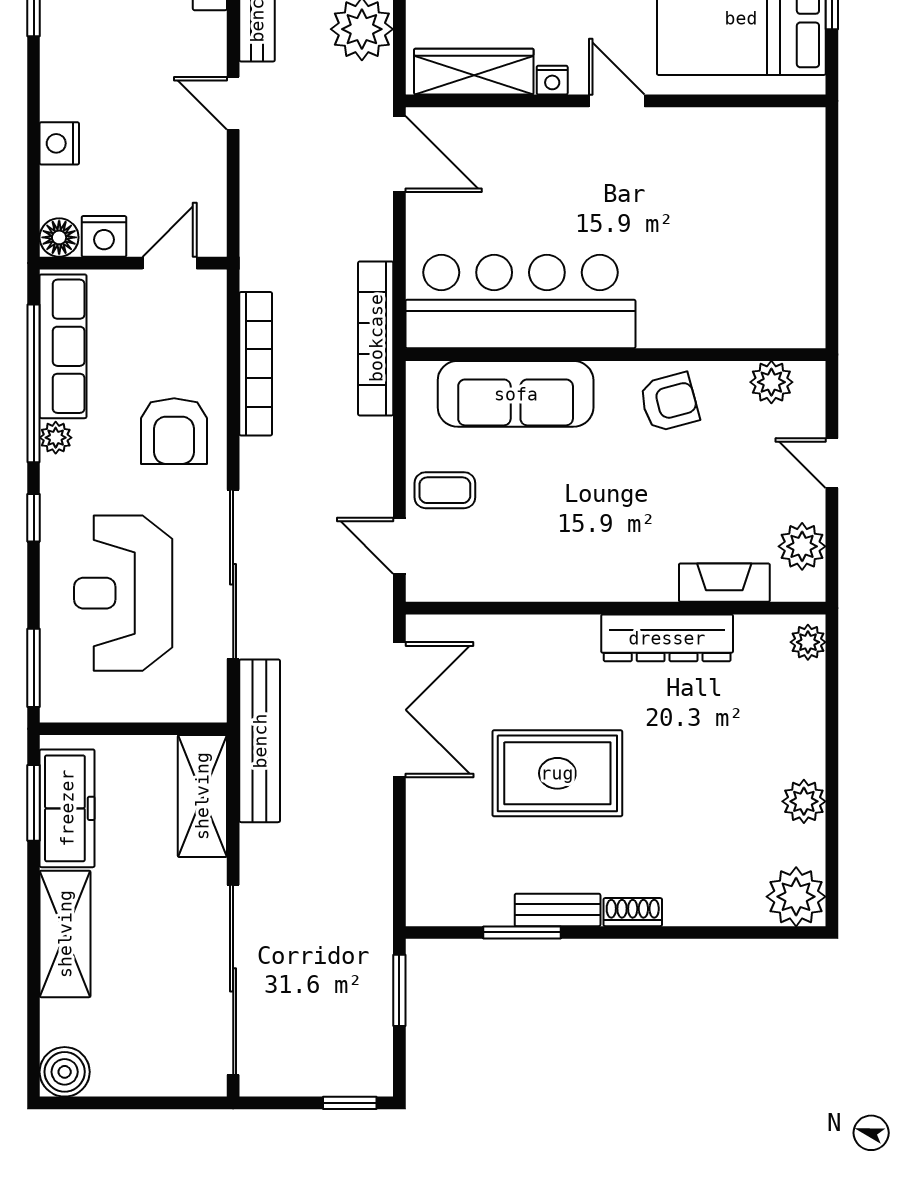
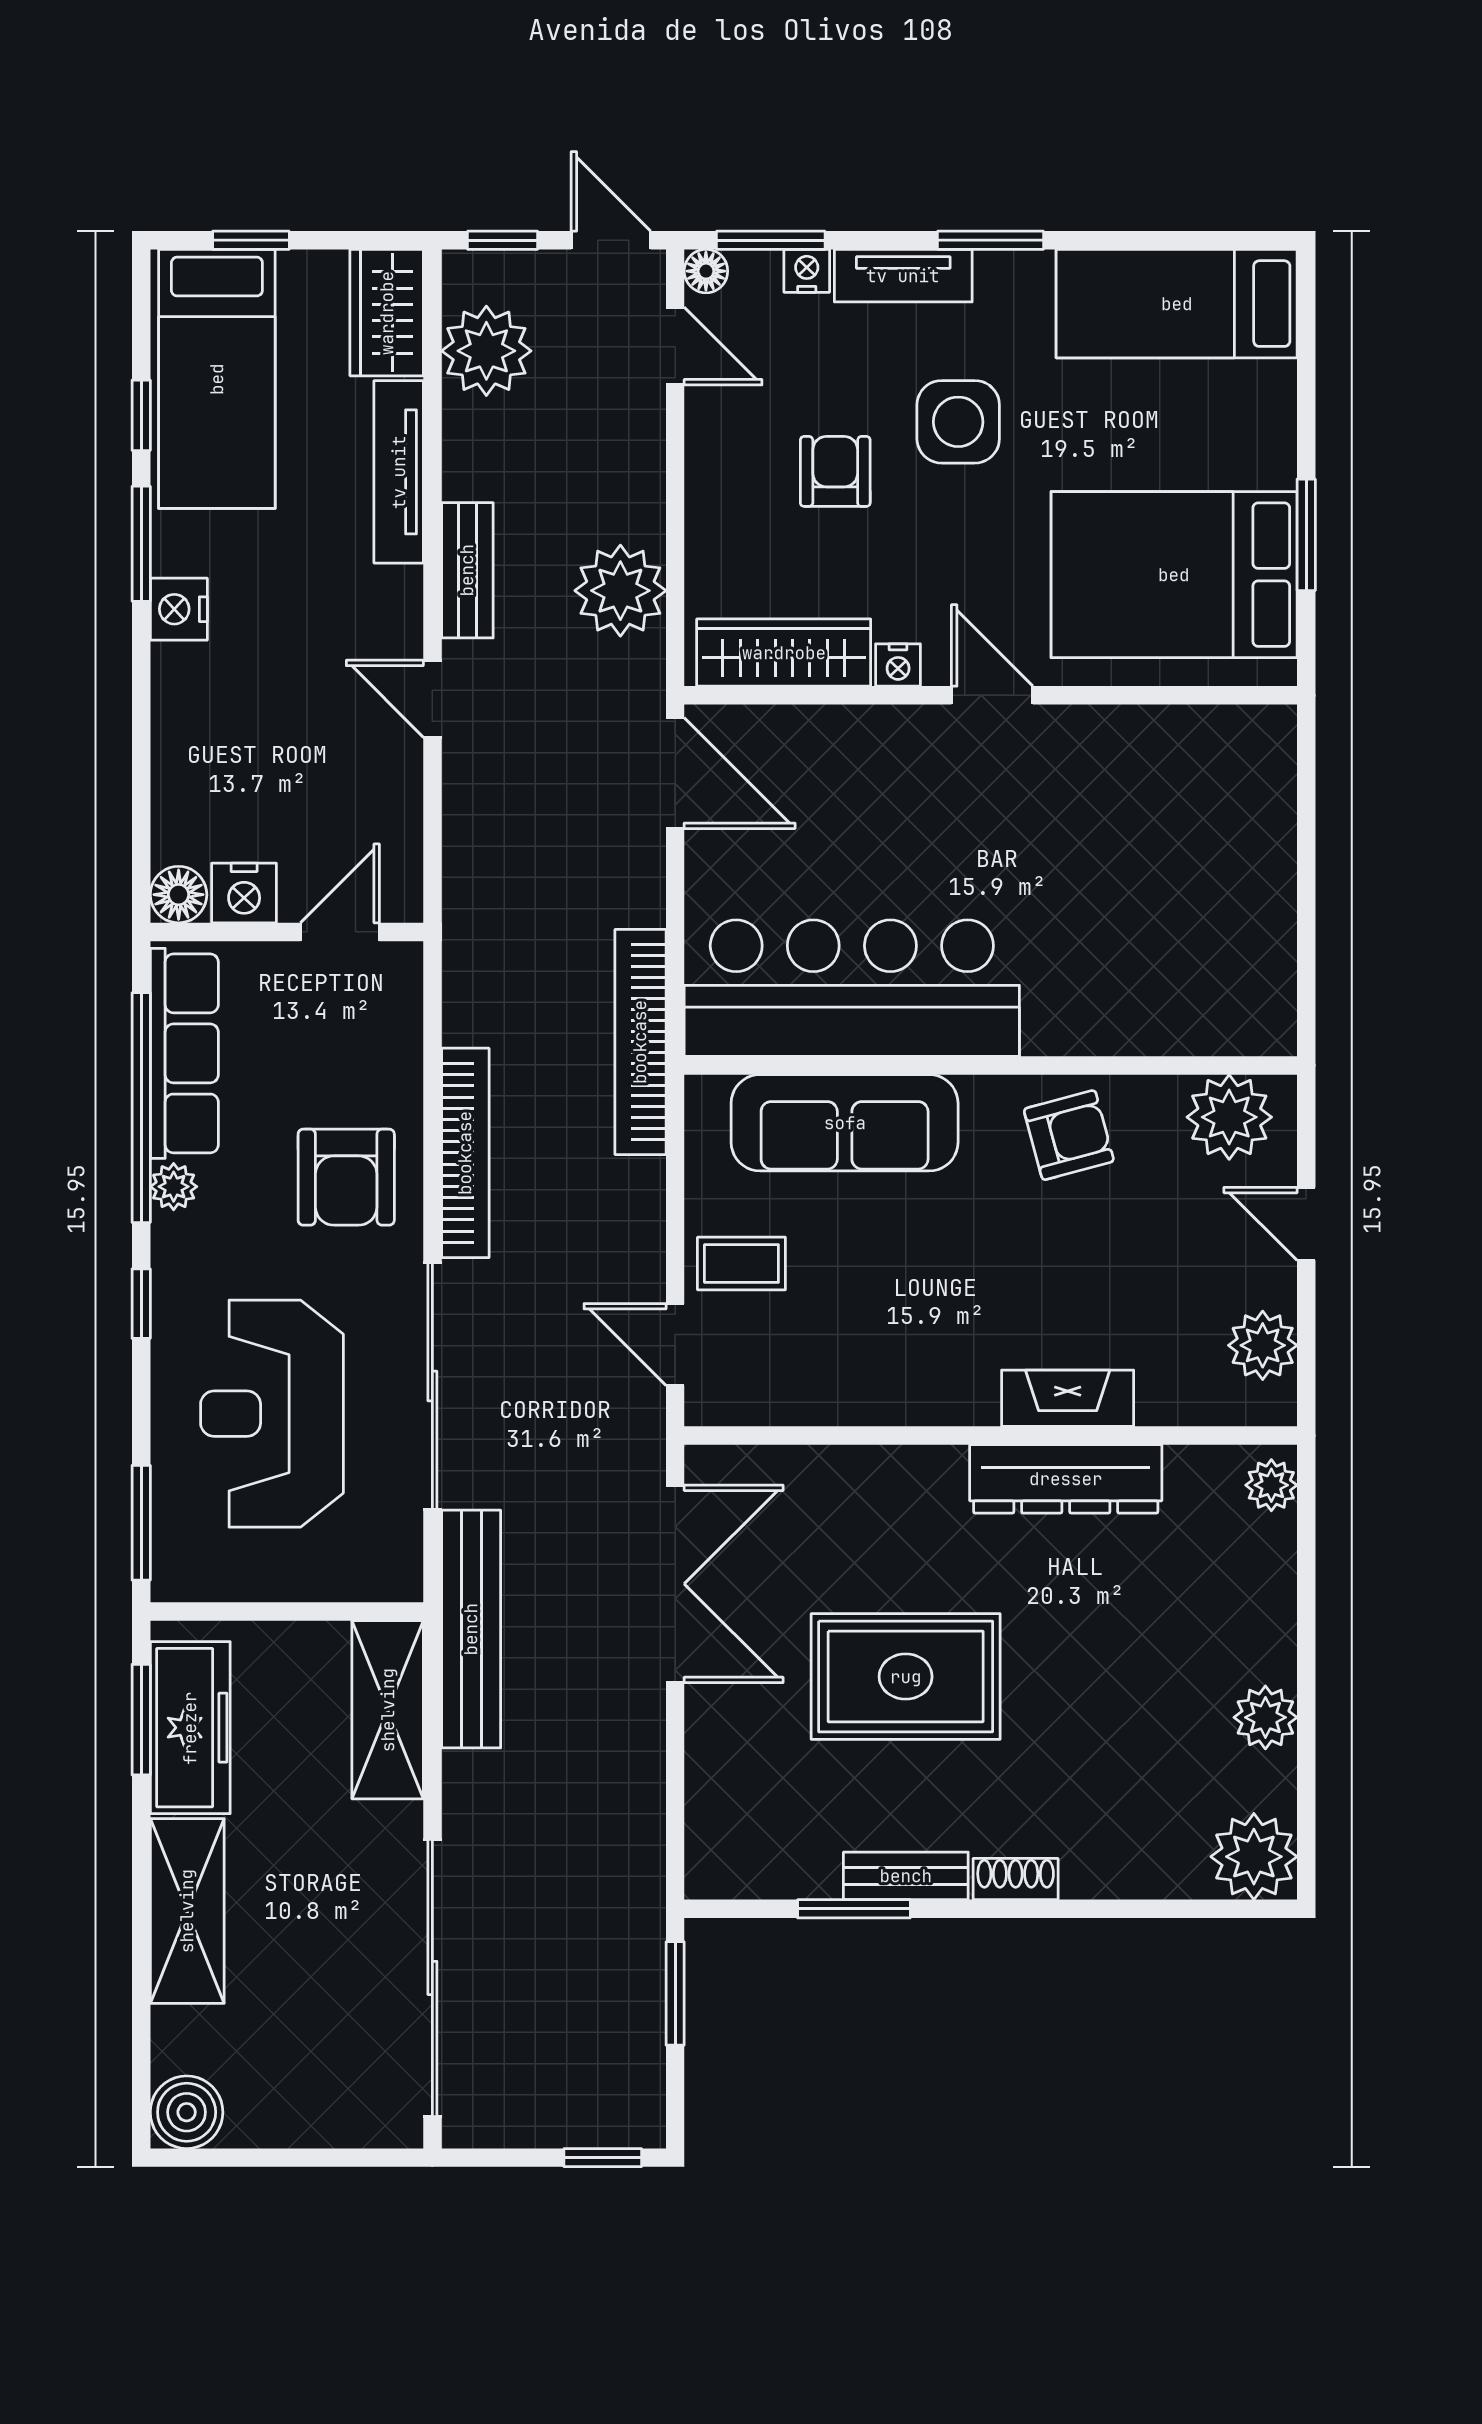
nightstand: (59, 143) -> (179, 609), moved
bookcase: (256, 364) -> (465, 1153), moved
plant: (771, 382) -> (1229, 1117), width x1.36, depth x1.36
fireplace: (724, 583) -> (1068, 1398), moved

